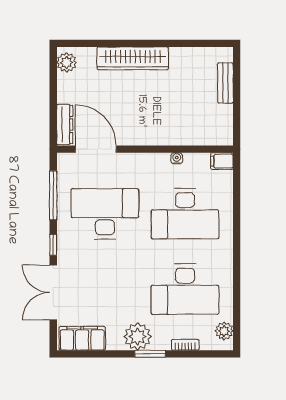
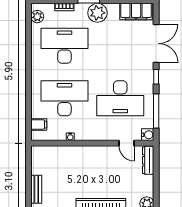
door: (96, 149) -> (127, 143), width x0.53
water cooler: (65, 161) -> (148, 135), added
filing cabinet: (222, 161) -> (39, 125), moved

